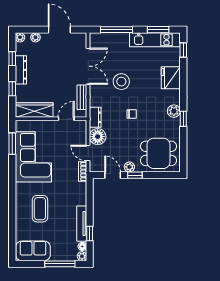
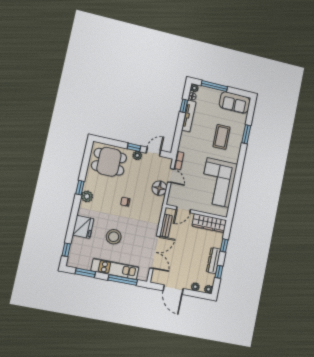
kitchen unit: (155, 40) -> (115, 269), moved
double door: (88, 66) -> (155, 252), swing flipped
stool: (121, 82) -> (114, 237), moved
dresser: (95, 117) -> (158, 206), removed
window: (12, 144) -> (246, 134), moved
door: (113, 175) -> (153, 152), swing flipped

